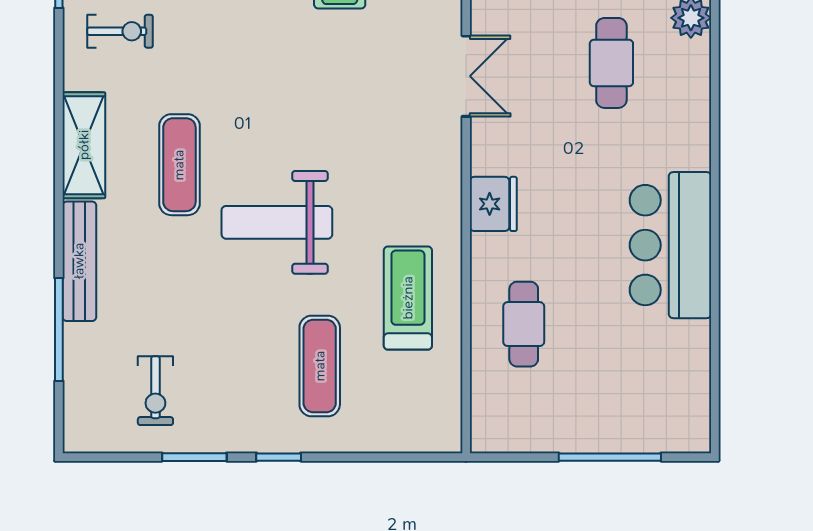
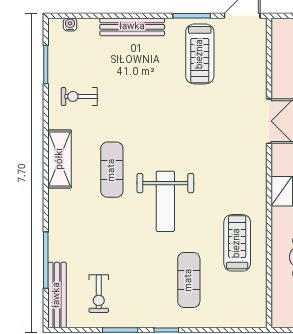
exercise bike: (120, 31) -> (79, 96), turned 180
weight bench: (277, 222) -> (165, 201), turned -90
bench: (79, 261) -> (57, 295), moved

